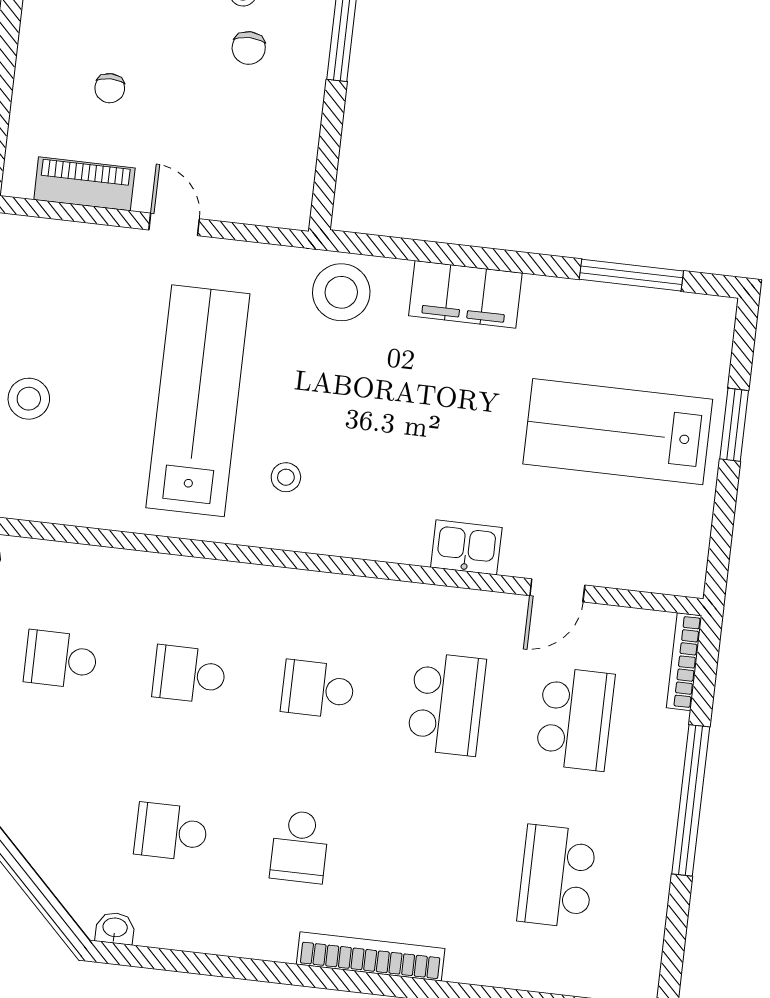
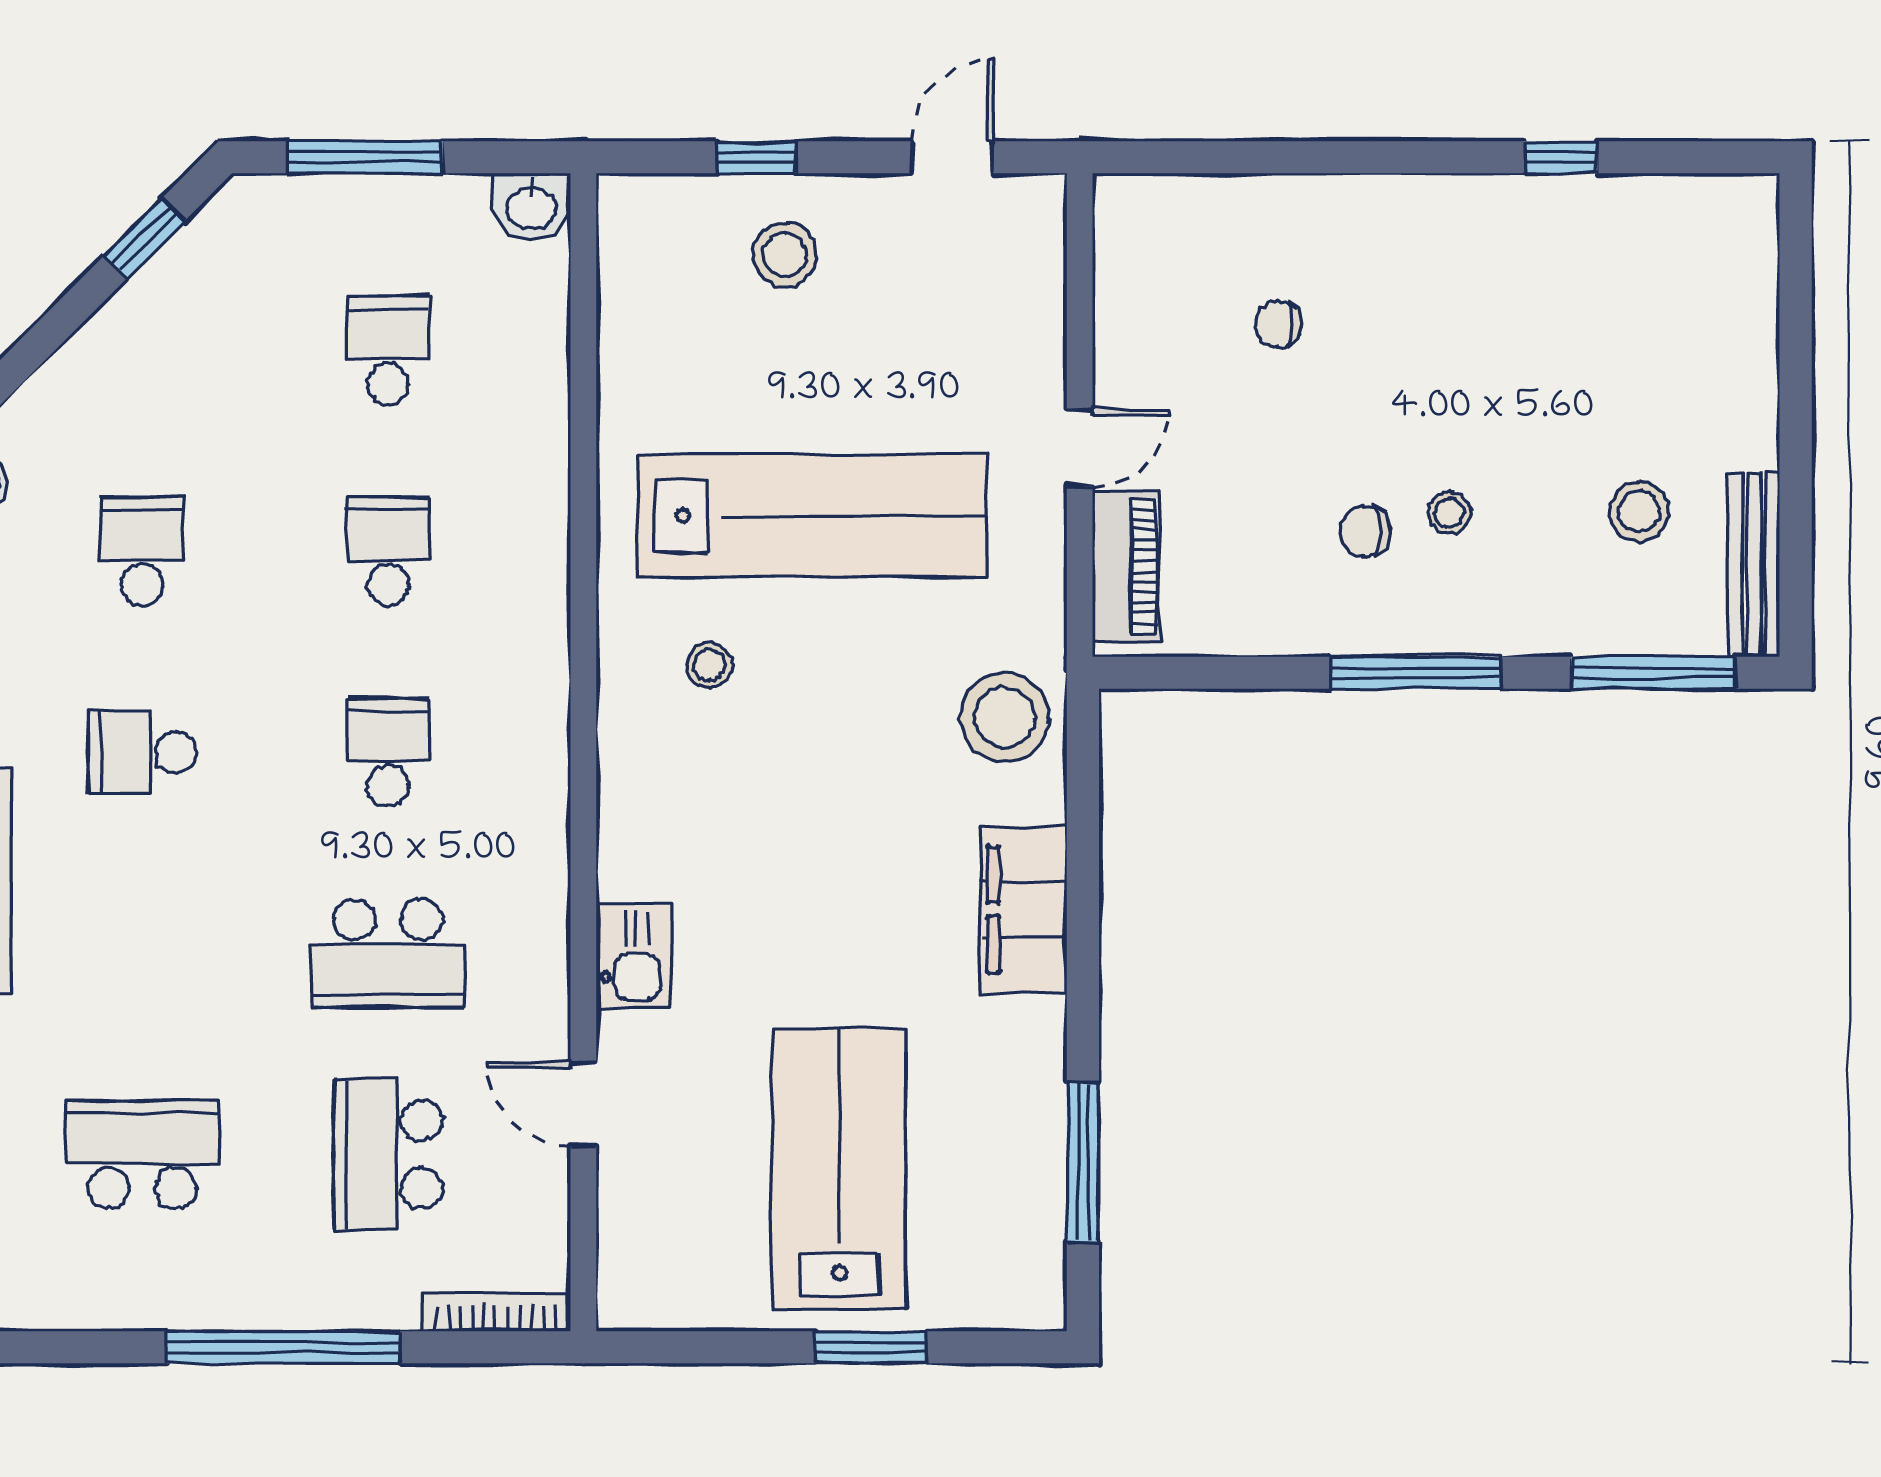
piano: (84, 184) -> (1126, 566), moved
school desk: (575, 719) -> (388, 1154), turned 90

